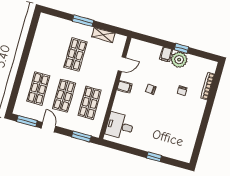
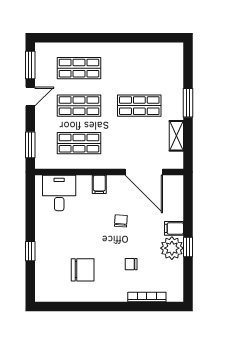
door: (122, 64) -> (144, 172), width x1.87
filing cabinet: (124, 87) -> (99, 184), moved
chair: (177, 125) -> (83, 270), added

